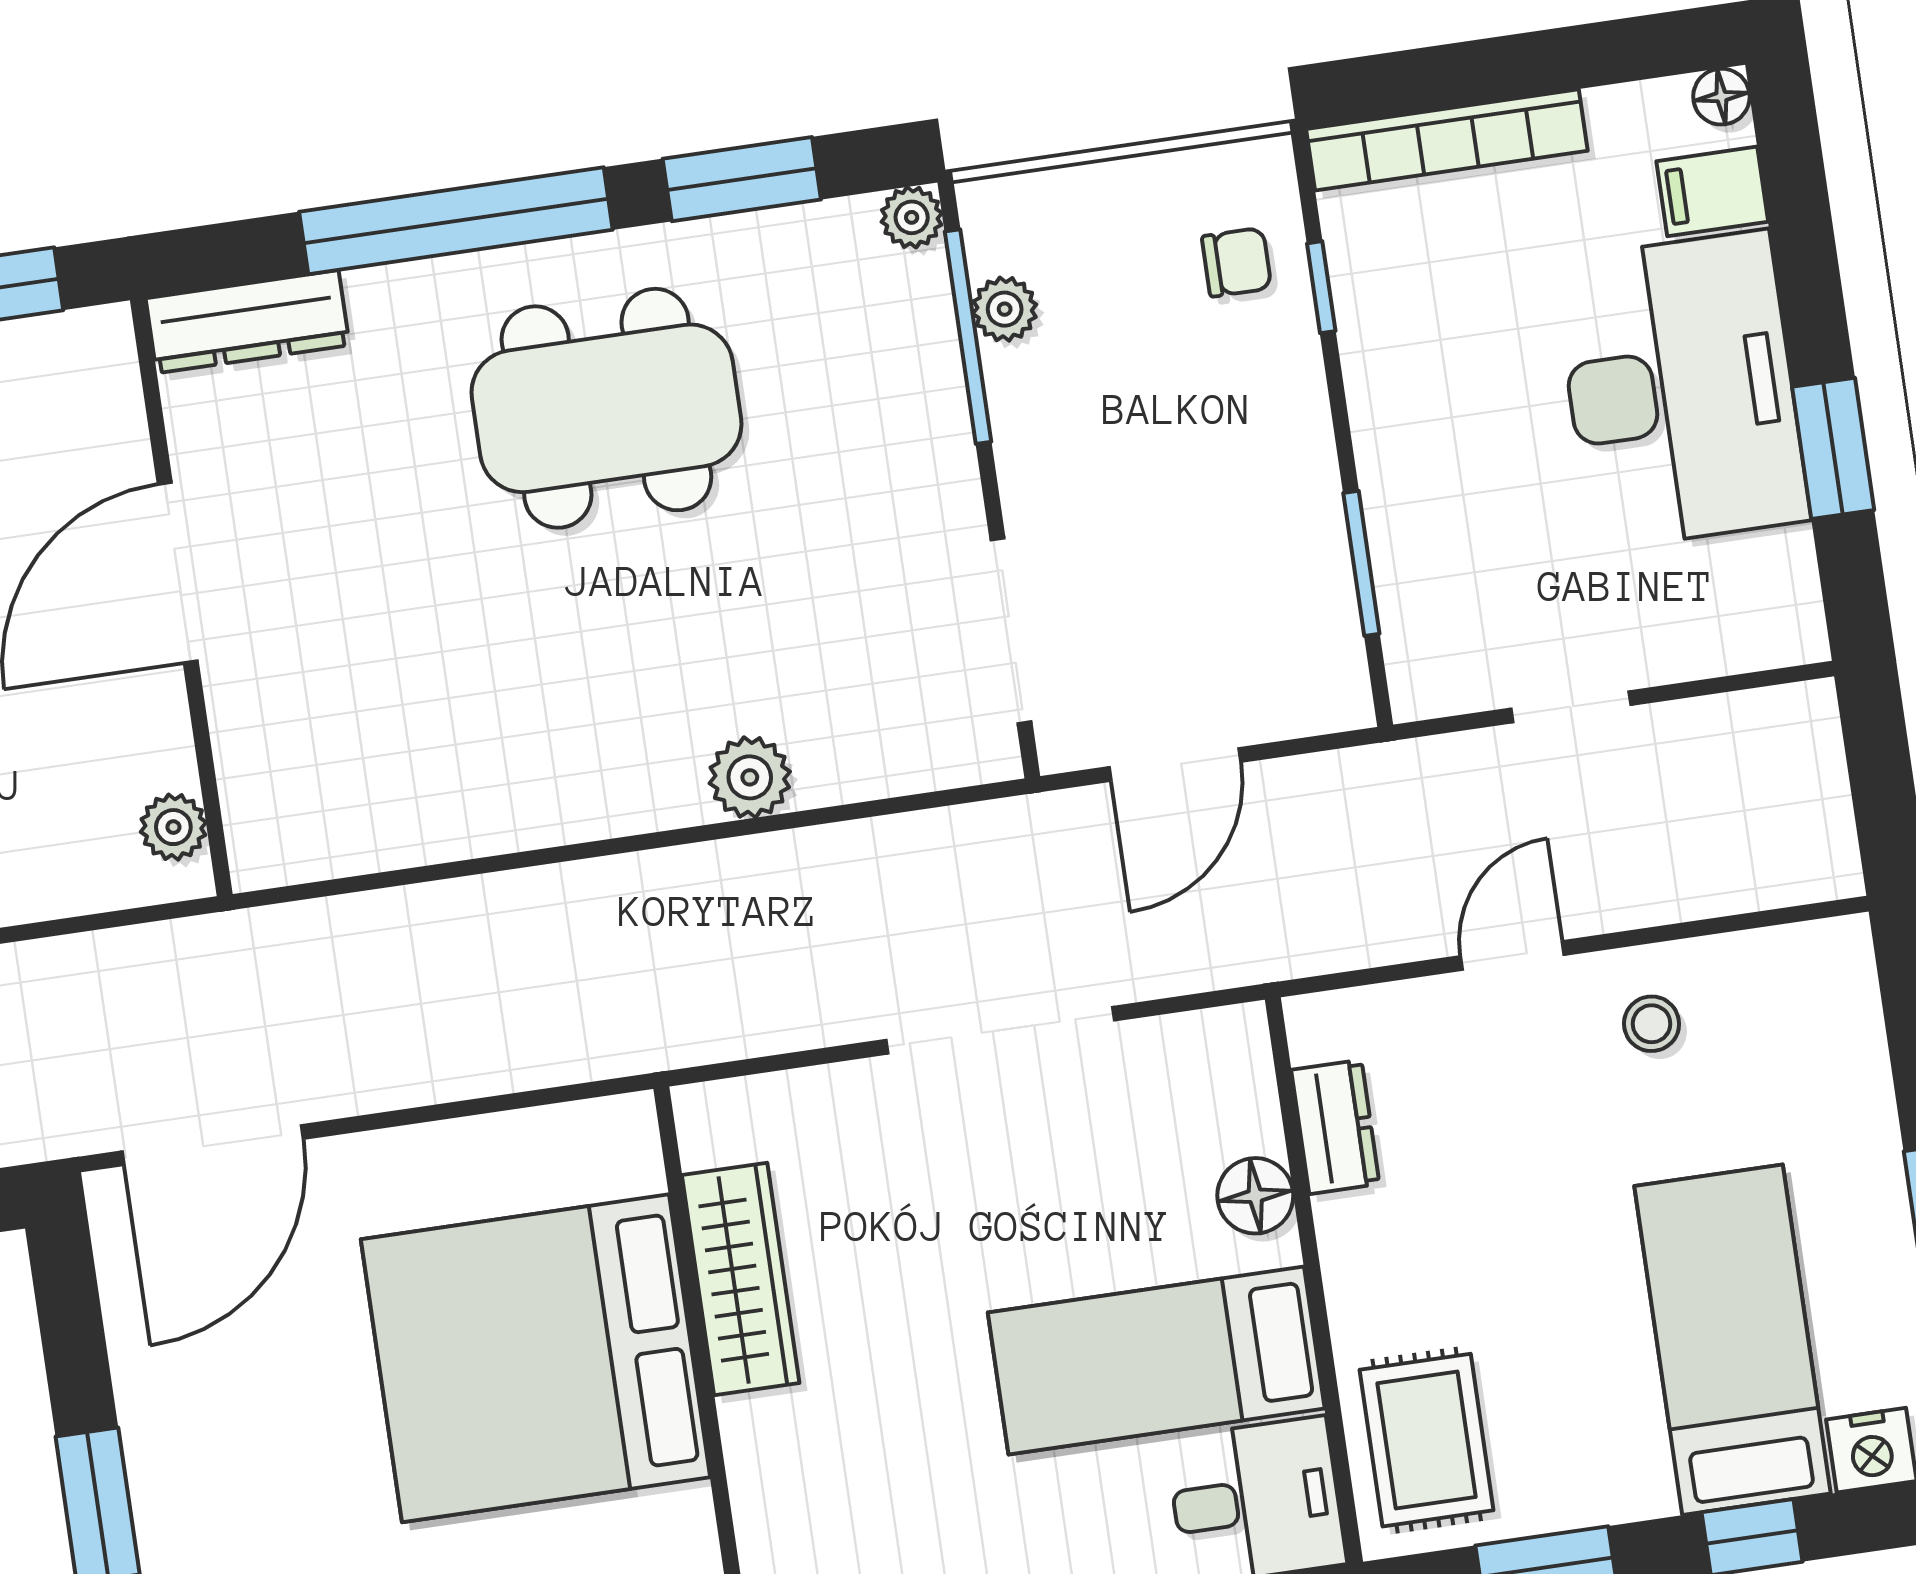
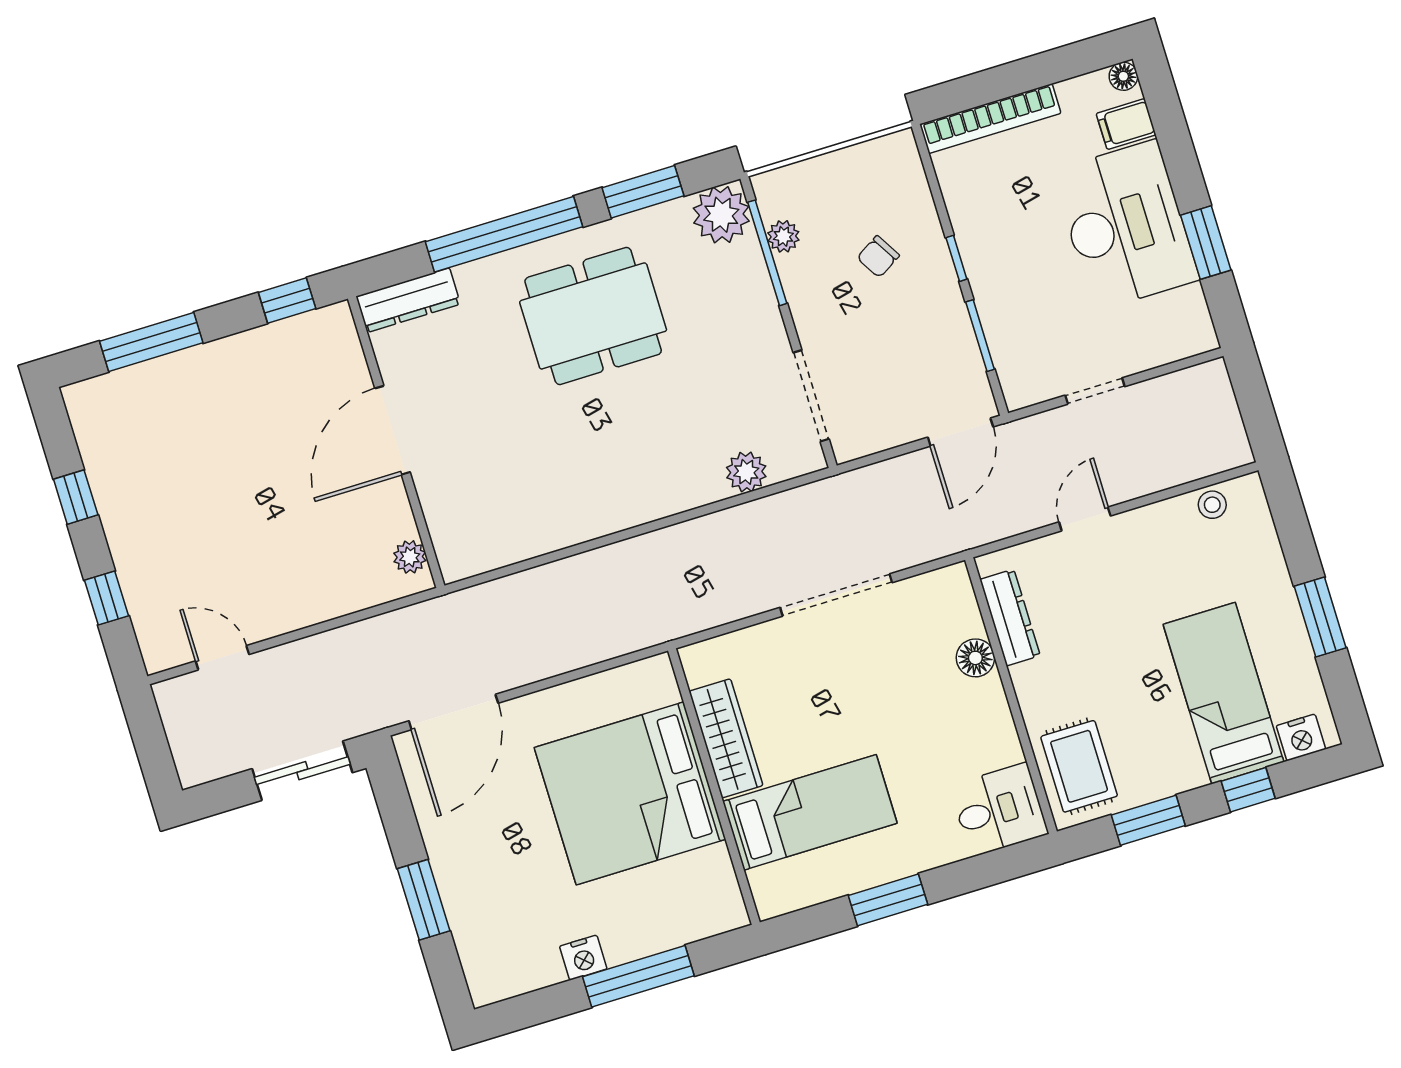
plant: (912, 217) -> (721, 215), width x1.88, depth x1.88
chair: (1237, 262) -> (878, 257), moved, turned 149
window: (1321, 287) -> (956, 258), moved
door: (1175, 765) -> (960, 432), moved
plant: (750, 777) -> (746, 472), moved
stool: (1652, 1024) -> (1212, 505), moved
dresser: (1335, 1127) -> (1010, 618), width x1.44
bed: (1156, 1361) -> (810, 812), moved, turned 180

